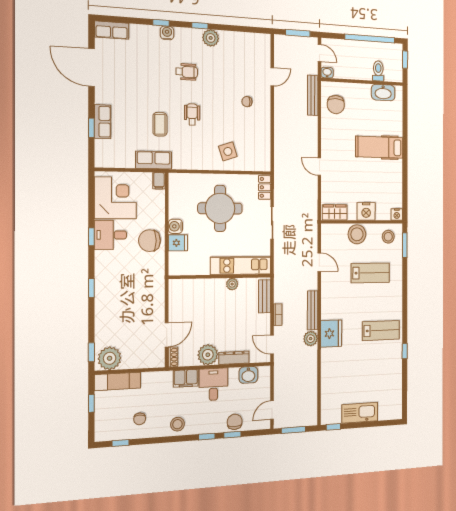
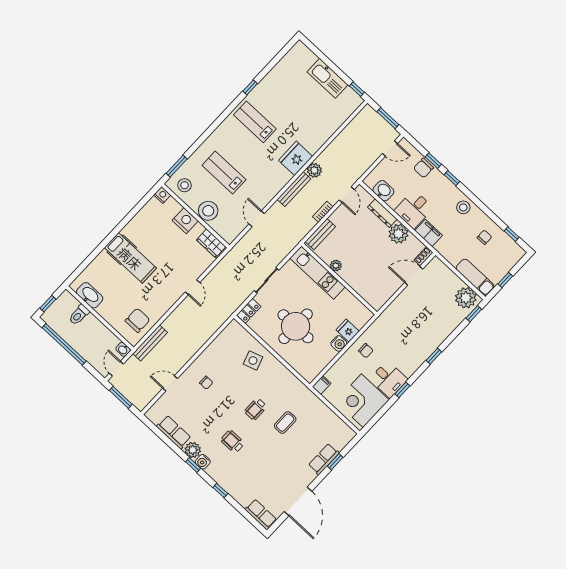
water cooler: (167, 33) -> (203, 462), moved
row of seats: (154, 160) -> (174, 432), moved, turned 180
chair: (149, 241) -> (366, 351), width x0.54, depth x0.54

